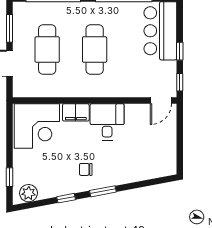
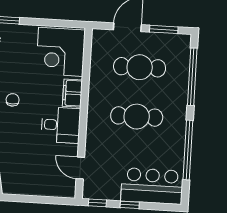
door: (161, 101) -> (80, 168), moved

